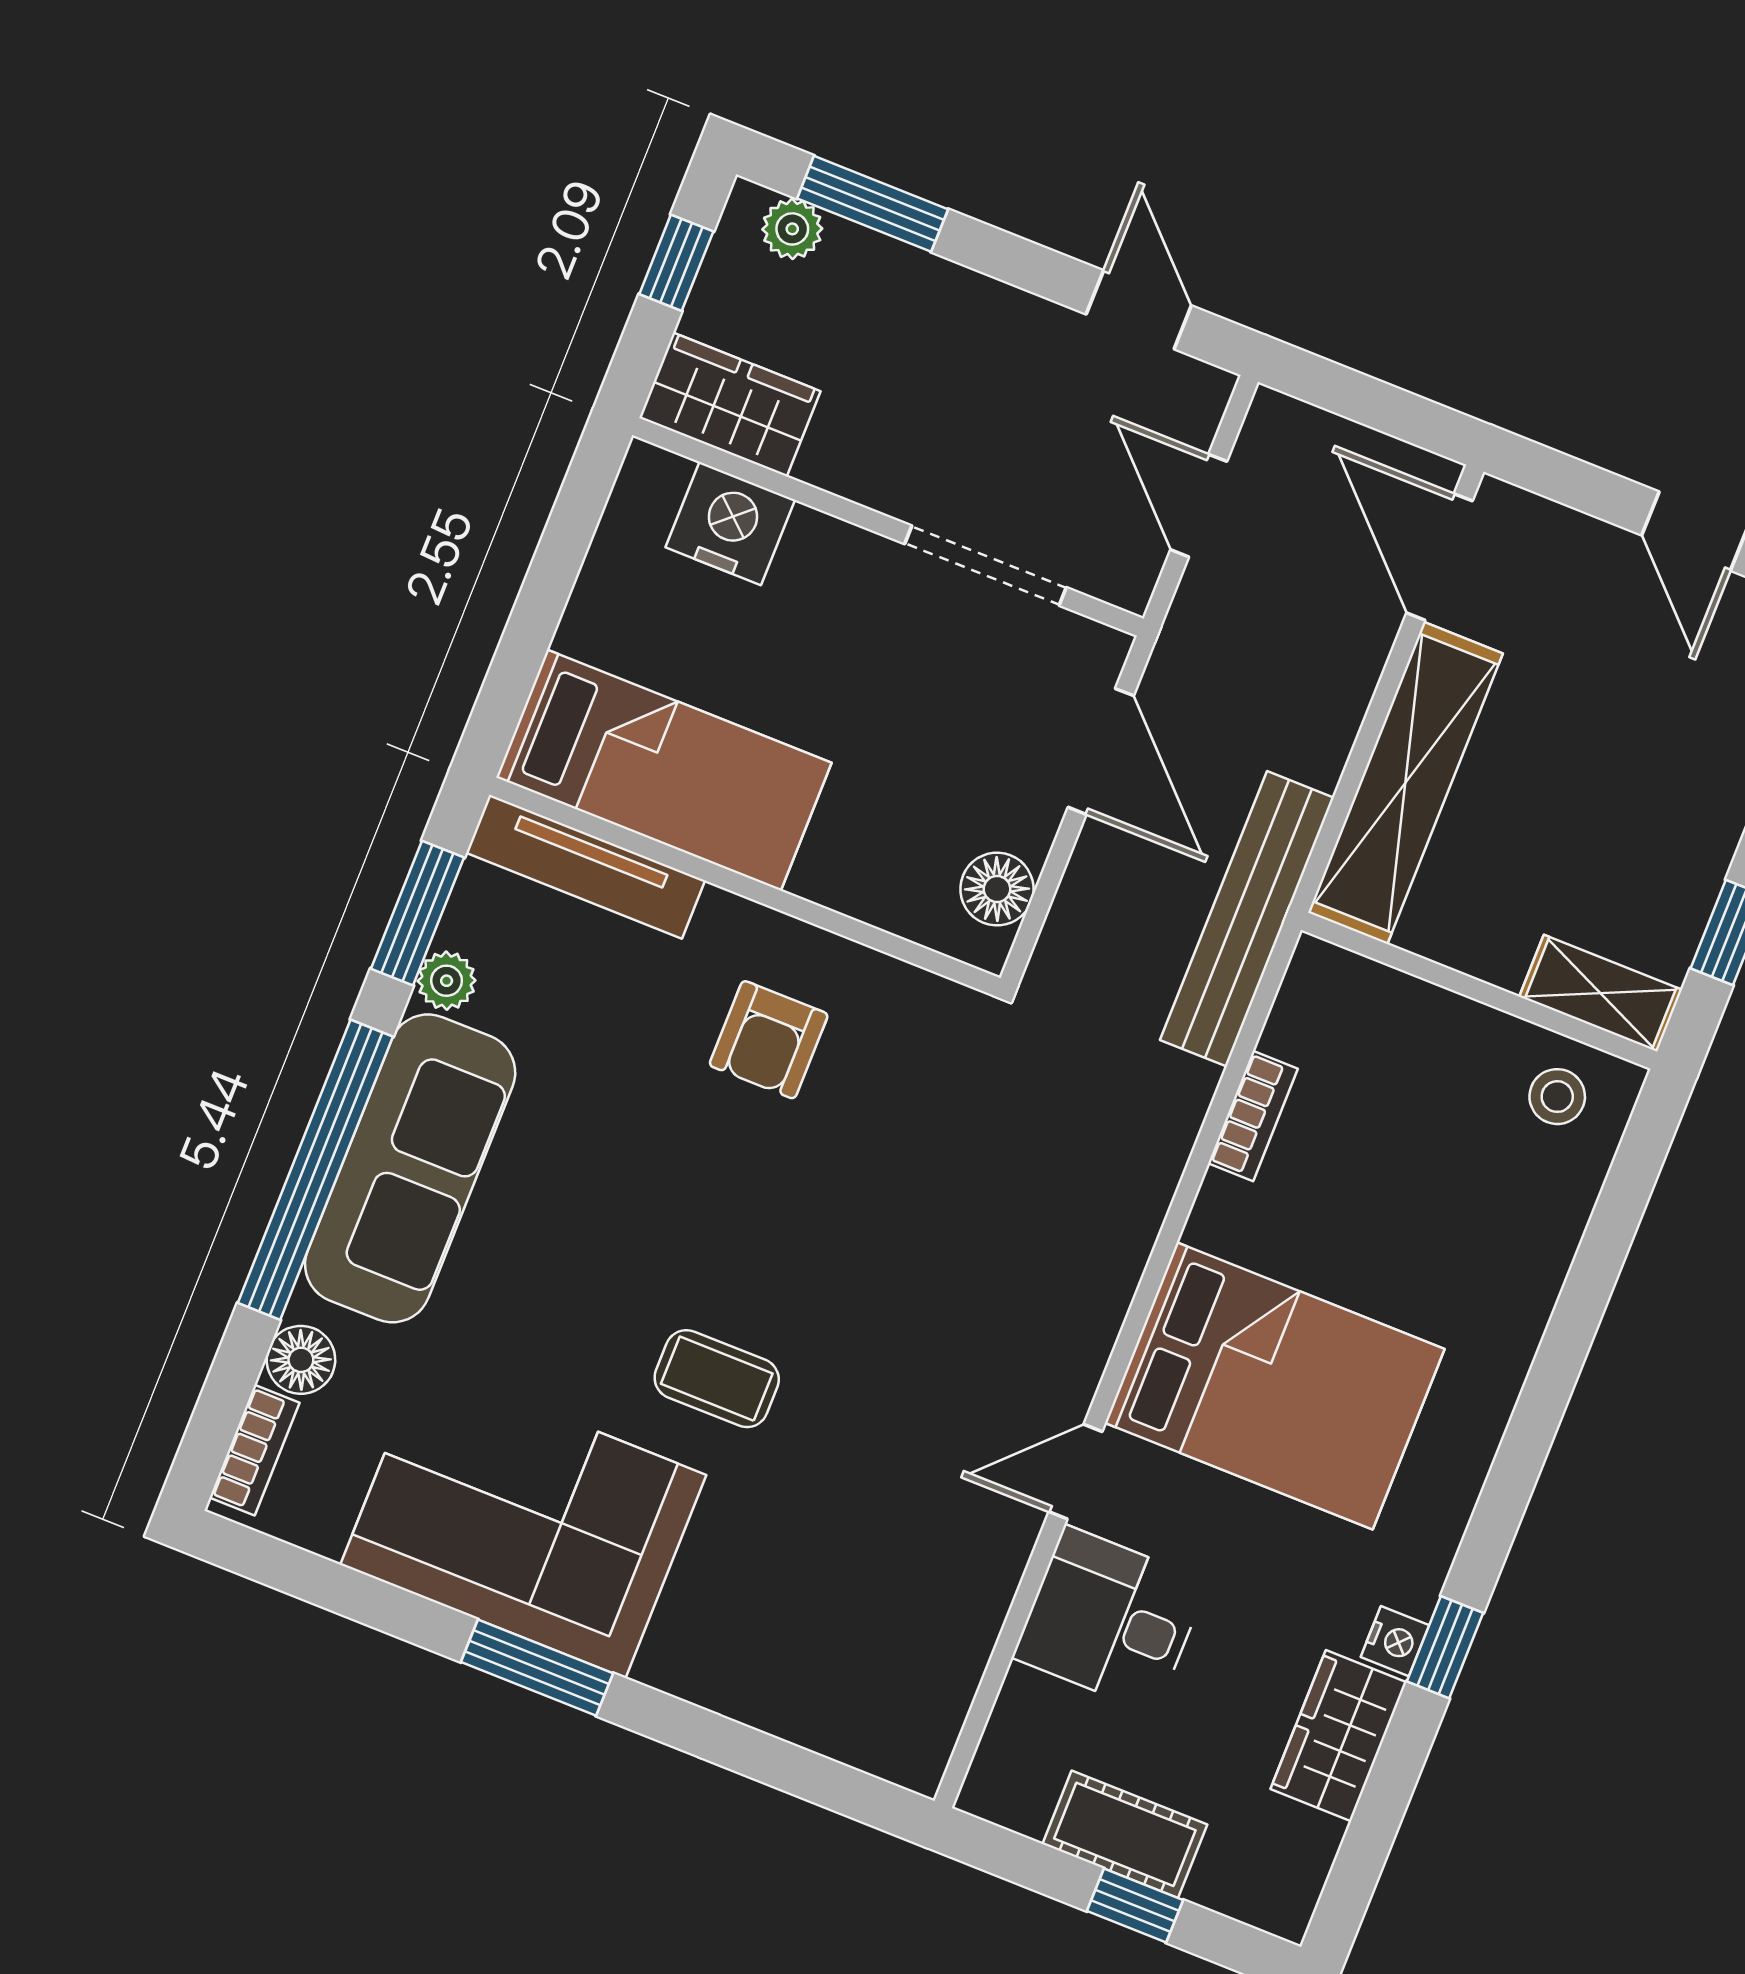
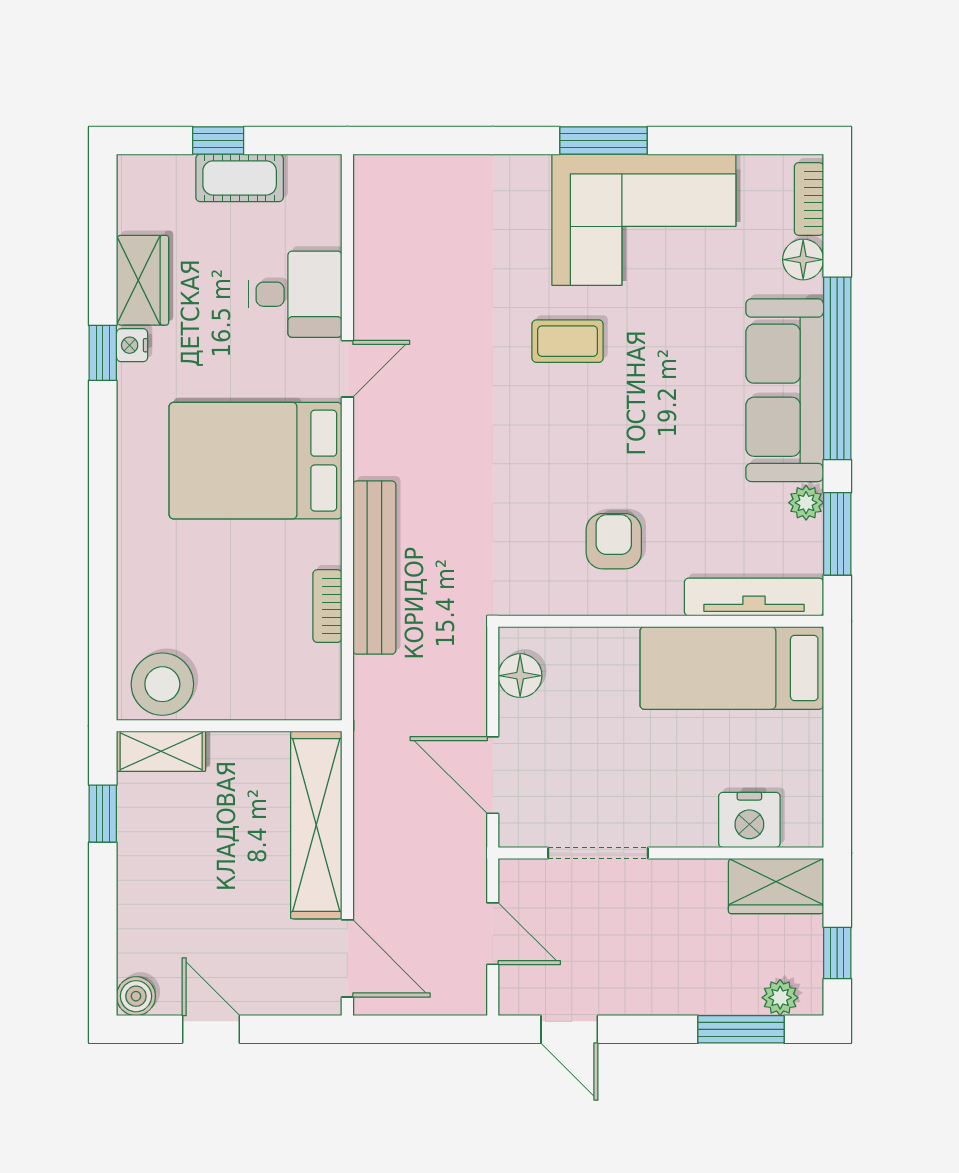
bench: (1247, 919) -> (374, 568), moved
stool: (1557, 1097) -> (162, 684), width x1.89, depth x1.89

